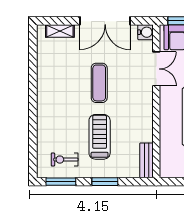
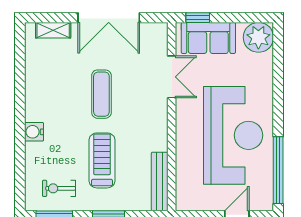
water cooler: (145, 32) -> (34, 132), moved, turned 180
bench: (146, 160) -> (160, 181), width x1.36

